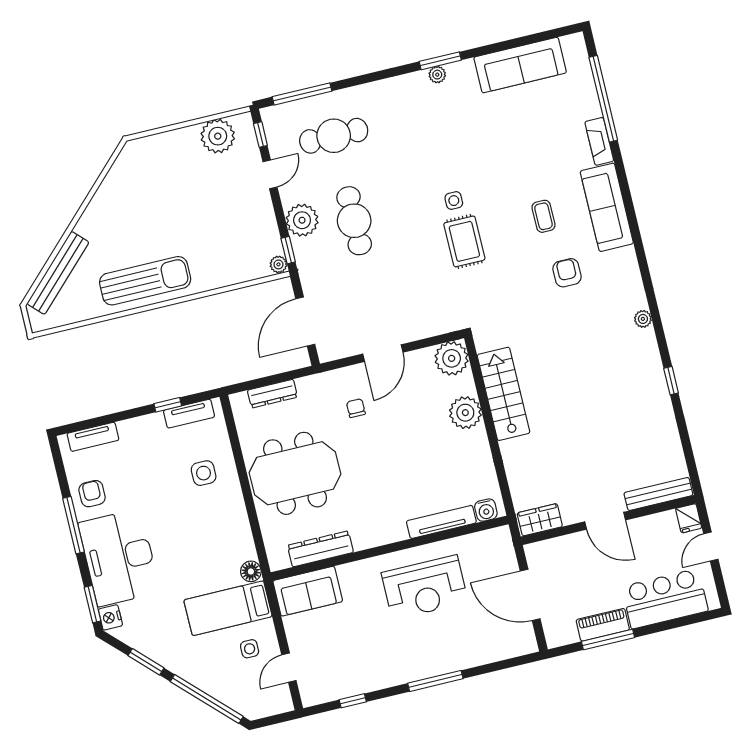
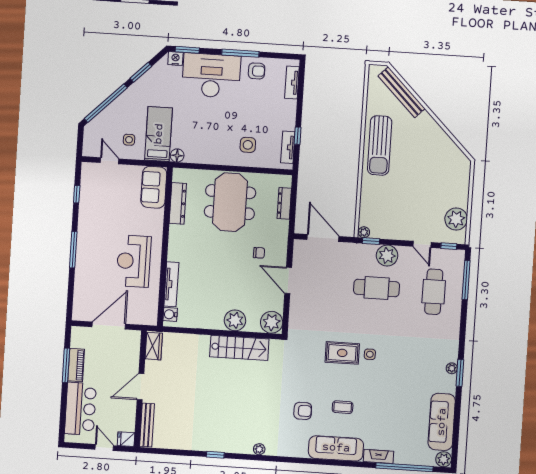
plant: (574, 45) -> (444, 459), added

